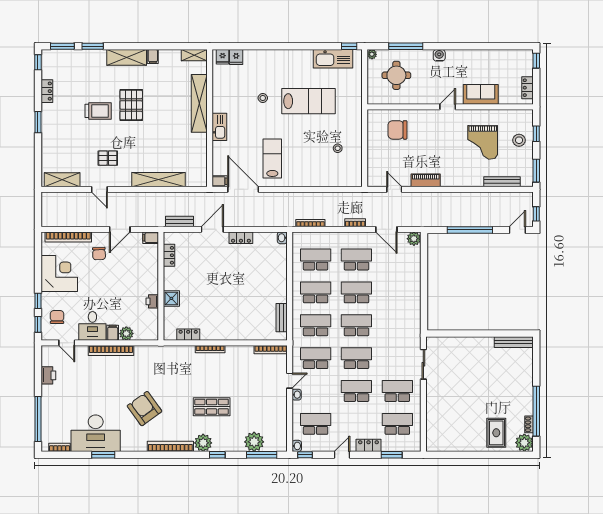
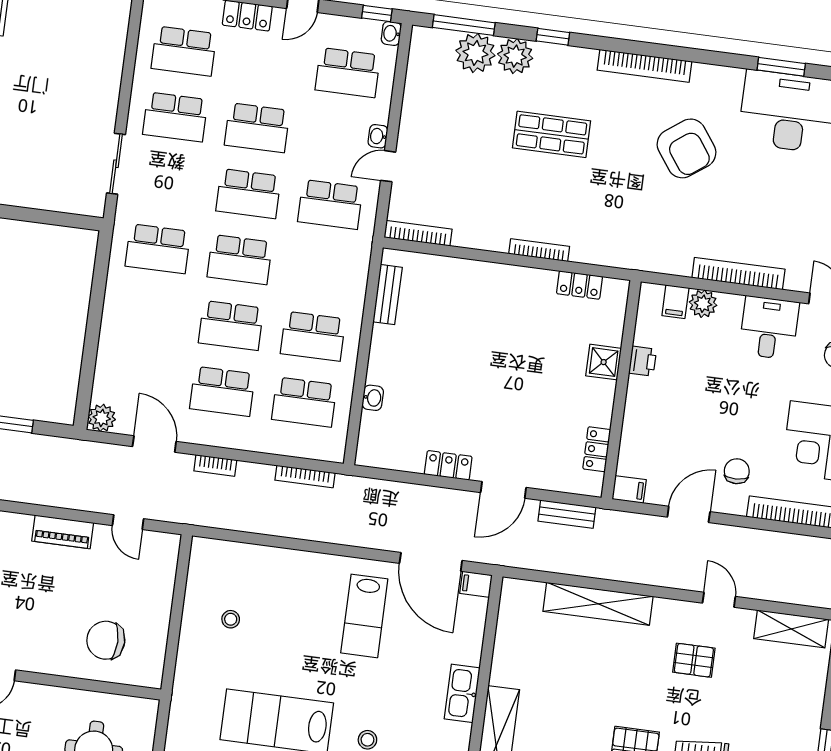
chair: (397, 130) -> (106, 640), turned 180
washbasin: (282, 238) -> (373, 398), moved
school desk: (316, 325) -> (158, 249), moved
filing cabinet: (113, 333) -> (675, 302), moved
plant: (203, 443) -> (515, 56), moved

